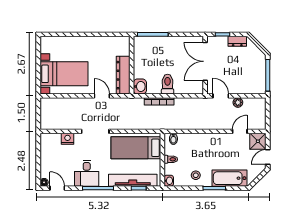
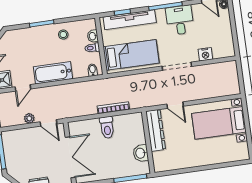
washbasin: (140, 87) -> (141, 153), moved
bathtub: (229, 178) -> (53, 73), moved, turned 180
washbasin: (169, 181) -> (93, 36), moved

